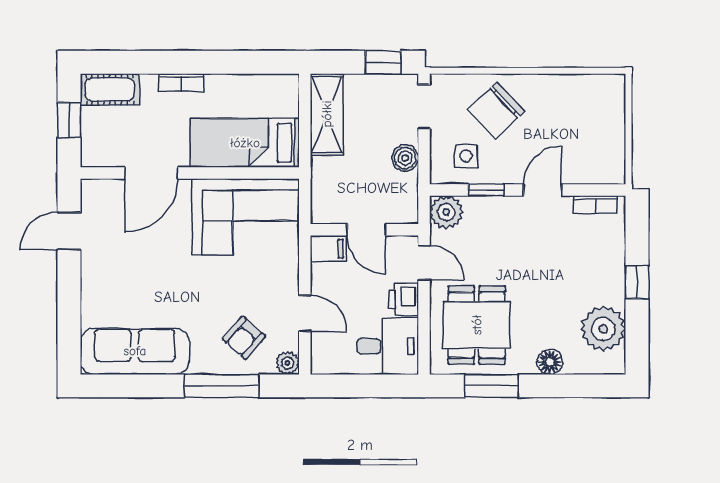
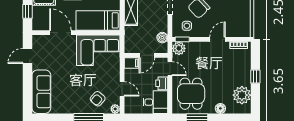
boiler: (405, 158) -> (162, 38), moved
door: (151, 173) -> (60, 33), swing flipped
window: (486, 190) -> (182, 39), moved
door: (366, 230) -> (147, 55), hinge flipped
sofa: (135, 351) -> (41, 92), moved, turned 90

